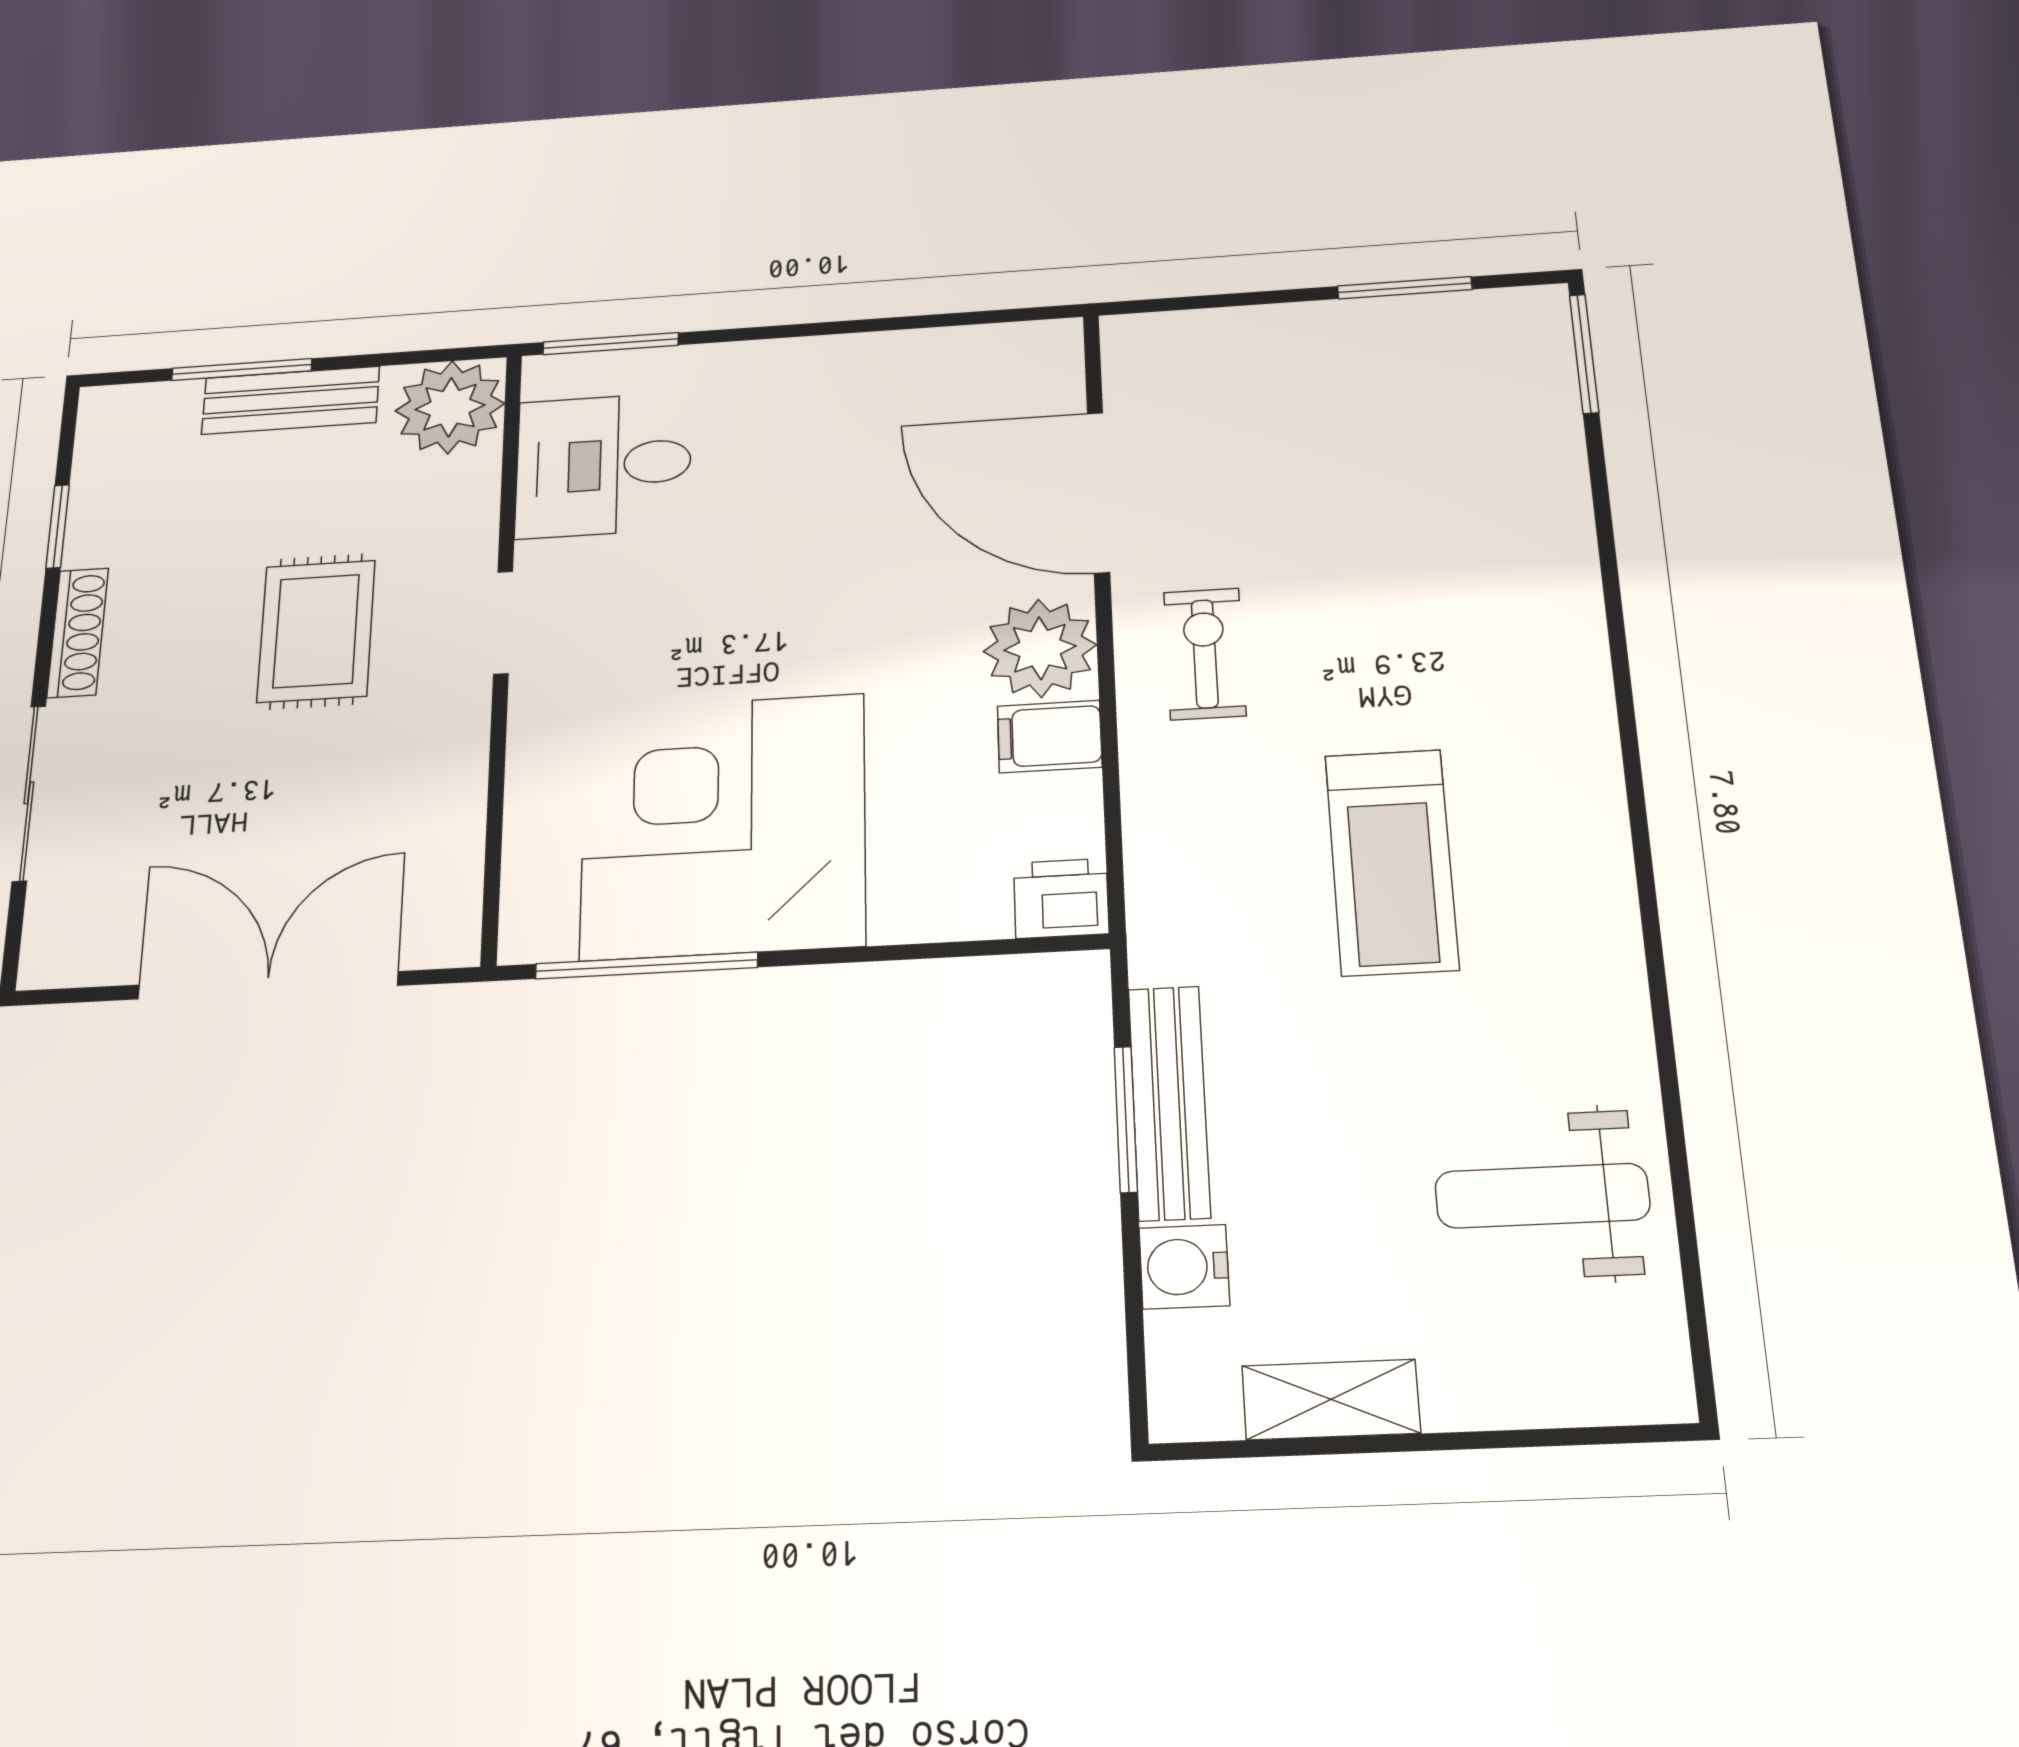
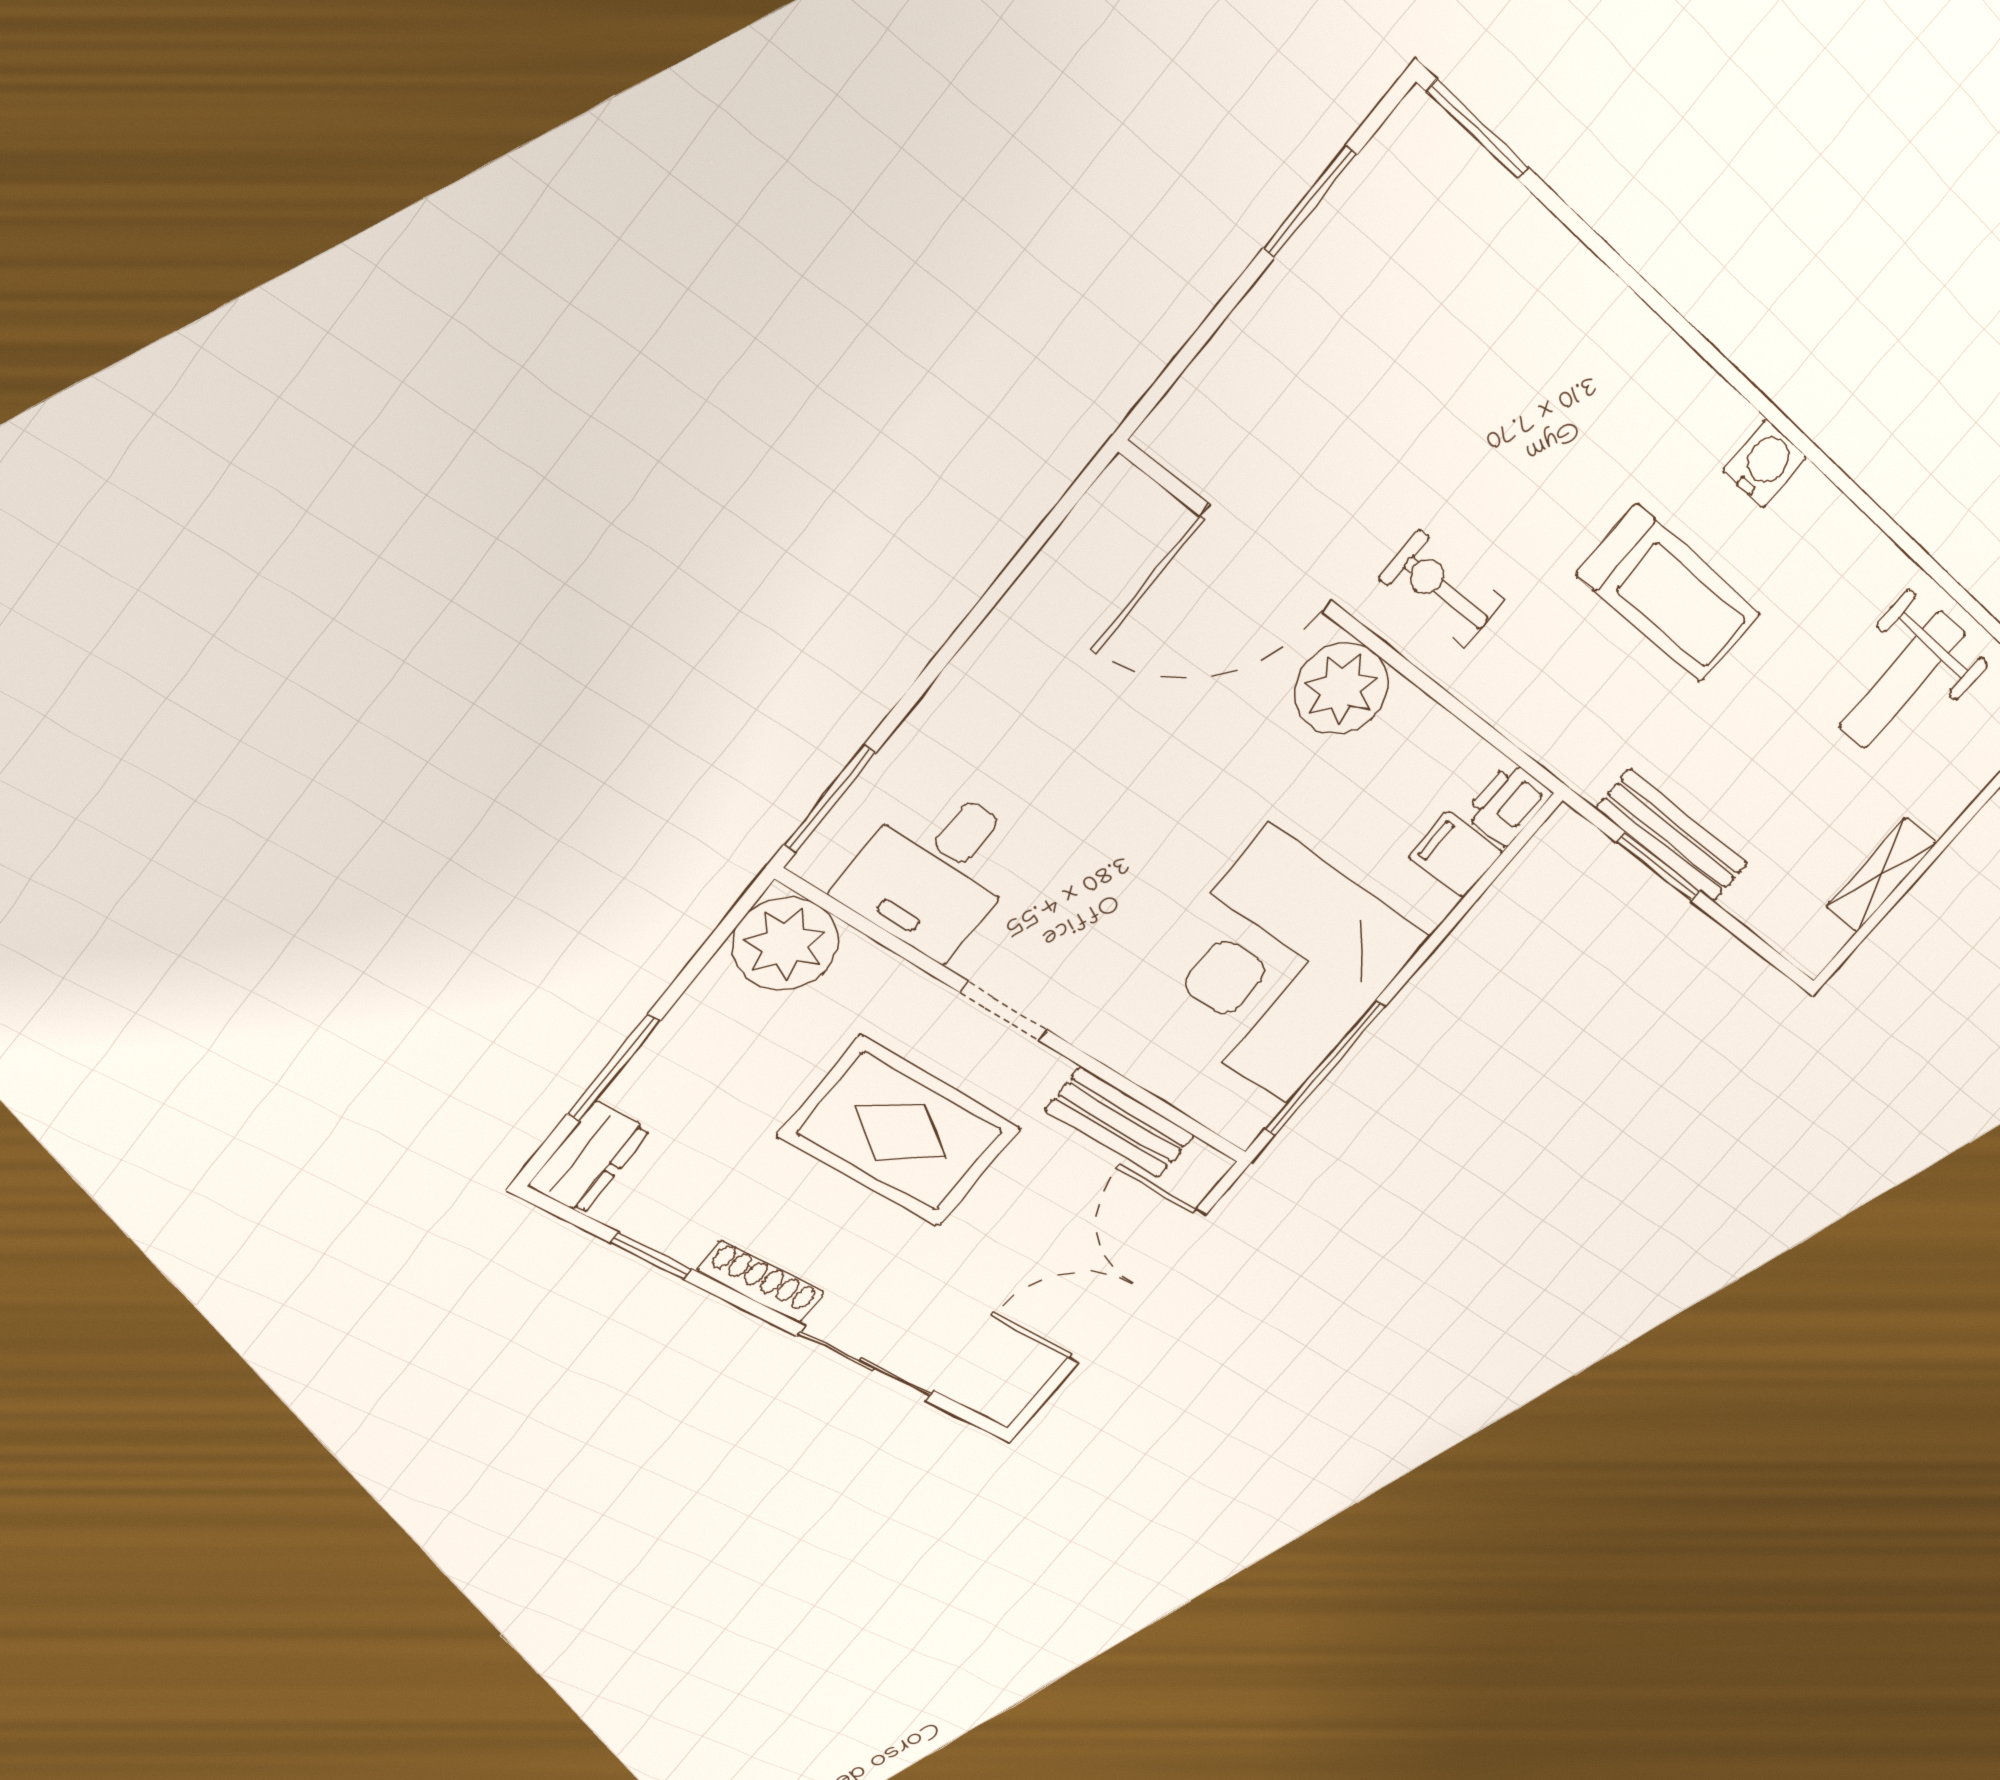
bench: (291, 400) -> (1120, 1123), moved, turned 90
dresser: (137, 412) -> (589, 1158), added
rug: (316, 631) -> (901, 1132), width x1.36, depth x1.43
filing cabinet: (1050, 736) -> (1456, 855), moved, turned 90
water cooler: (1184, 1267) -> (1765, 464), moved, turned 180

